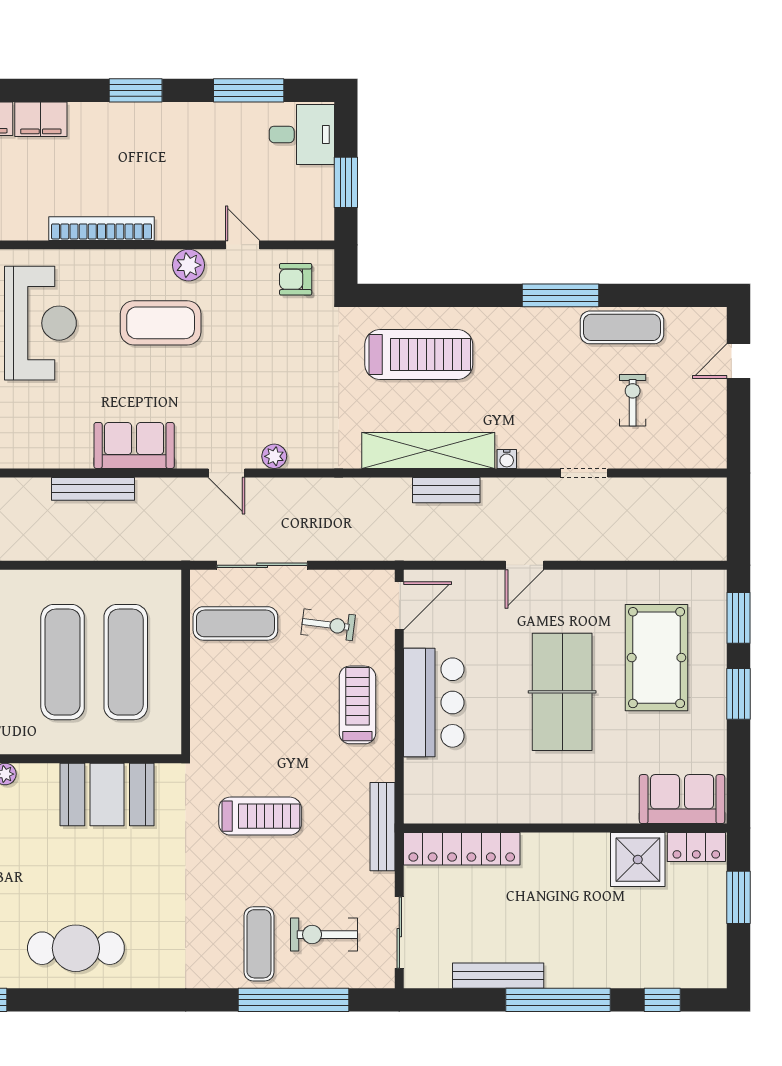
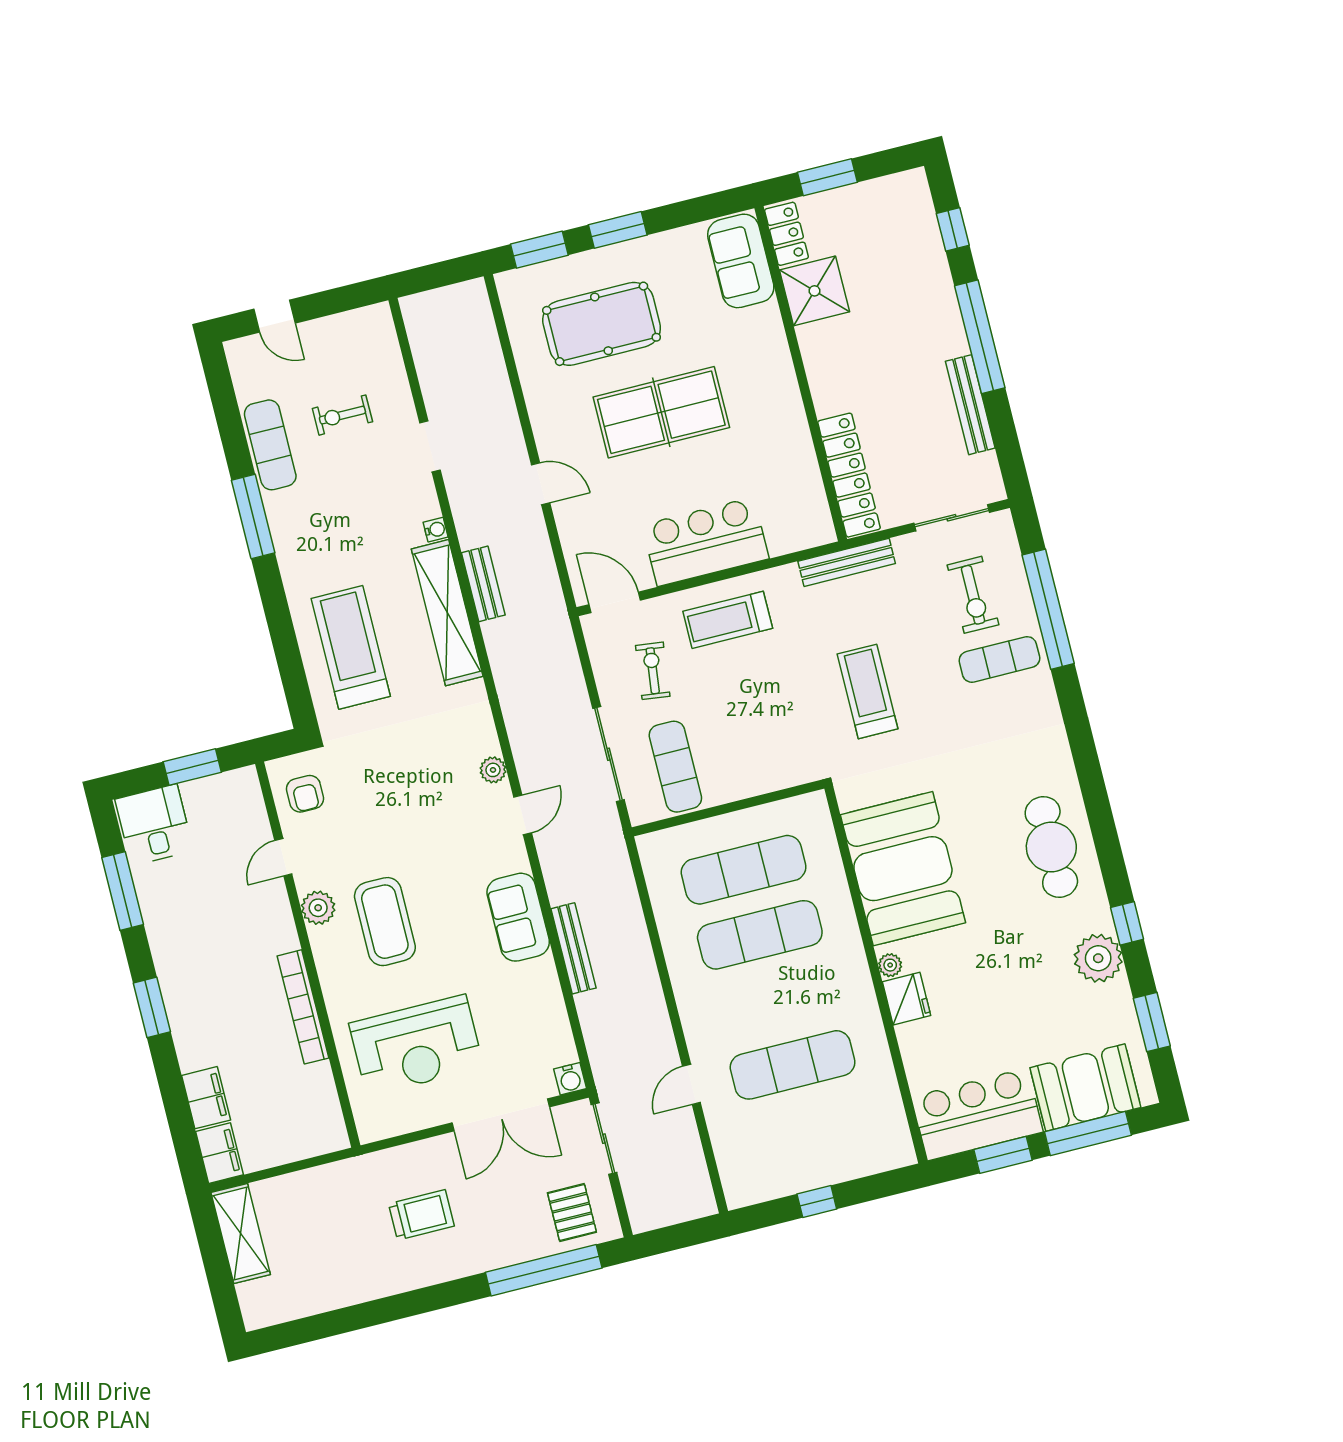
reception desk: (40, 323) -> (416, 1045), turned 180
booth: (107, 794) -> (903, 869), width x1.36, depth x1.42

